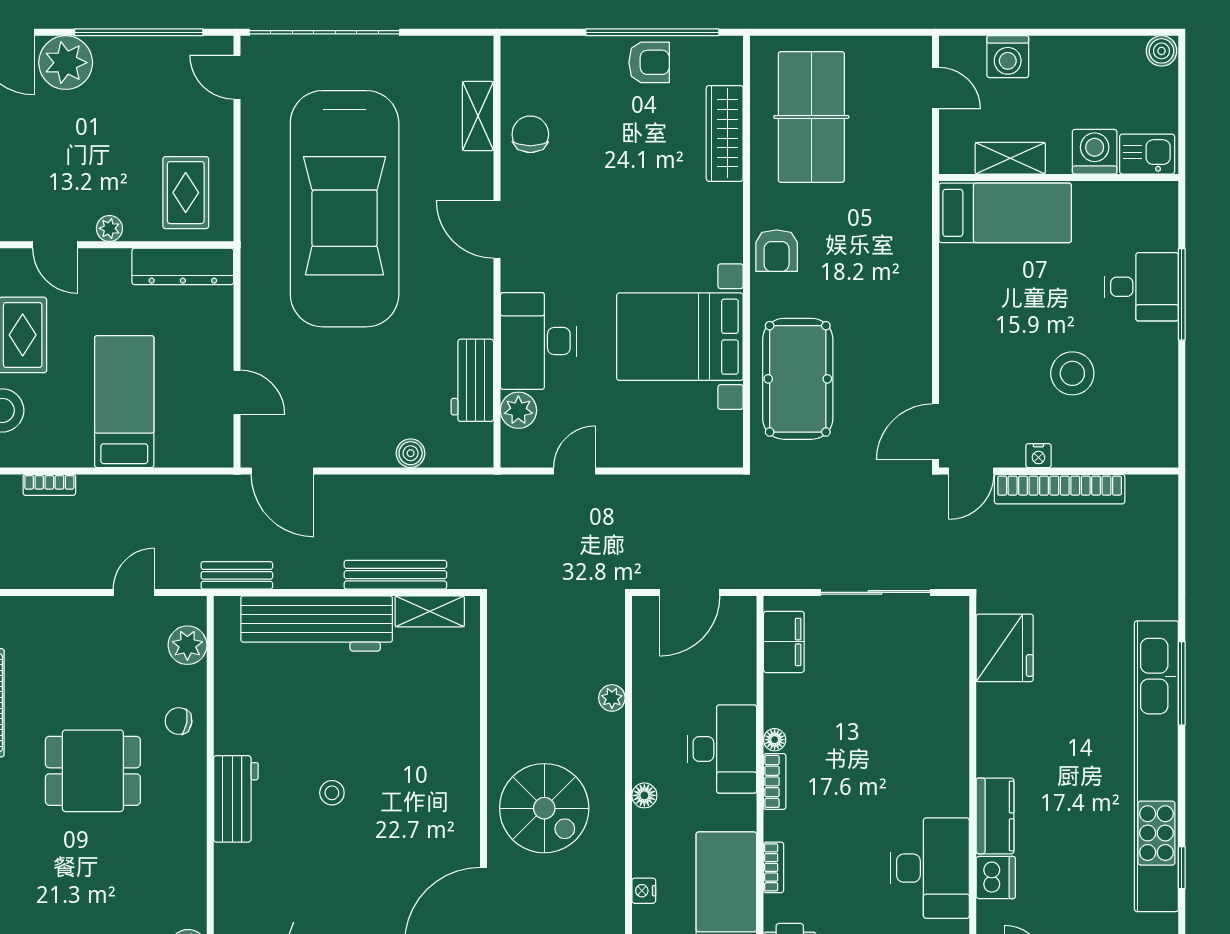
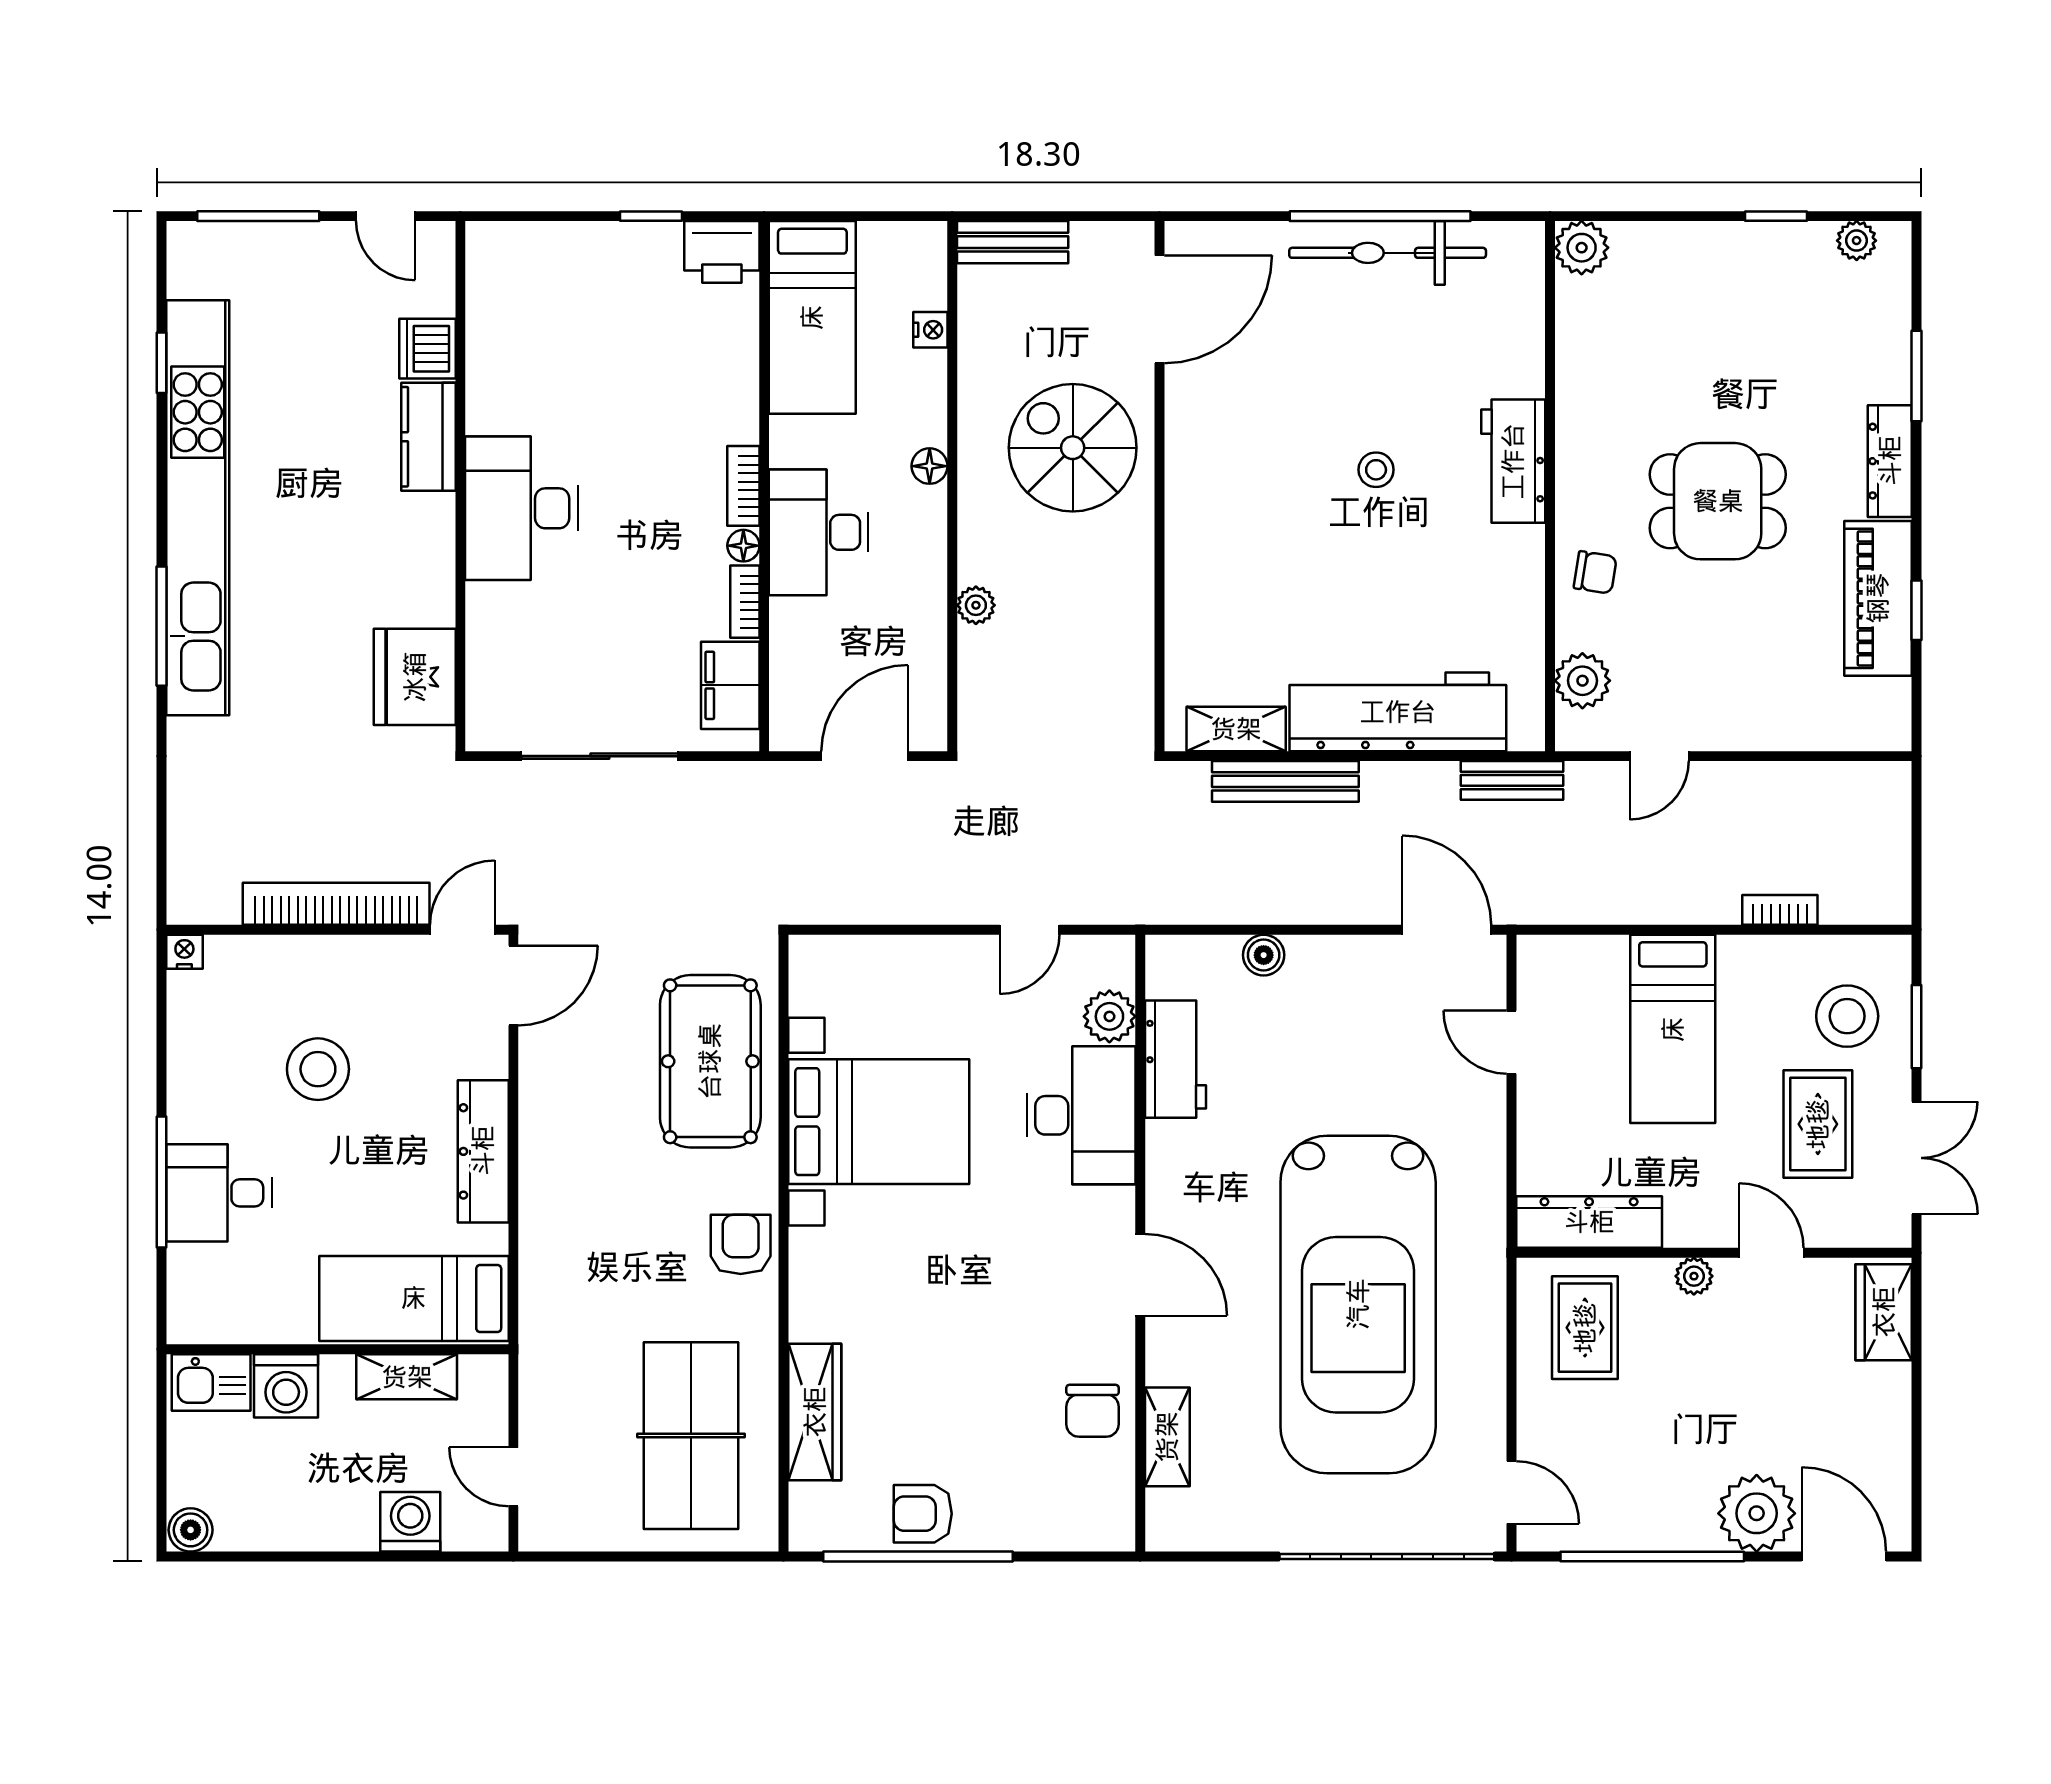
car: (345, 209) -> (1358, 1304), turned 180
dresser: (957, 316) -> (483, 1151), added
nightstand: (1038, 456) -> (184, 952), moved
bookcase: (774, 867) -> (745, 602), moved
desk: (930, 868) -> (522, 508), moved

